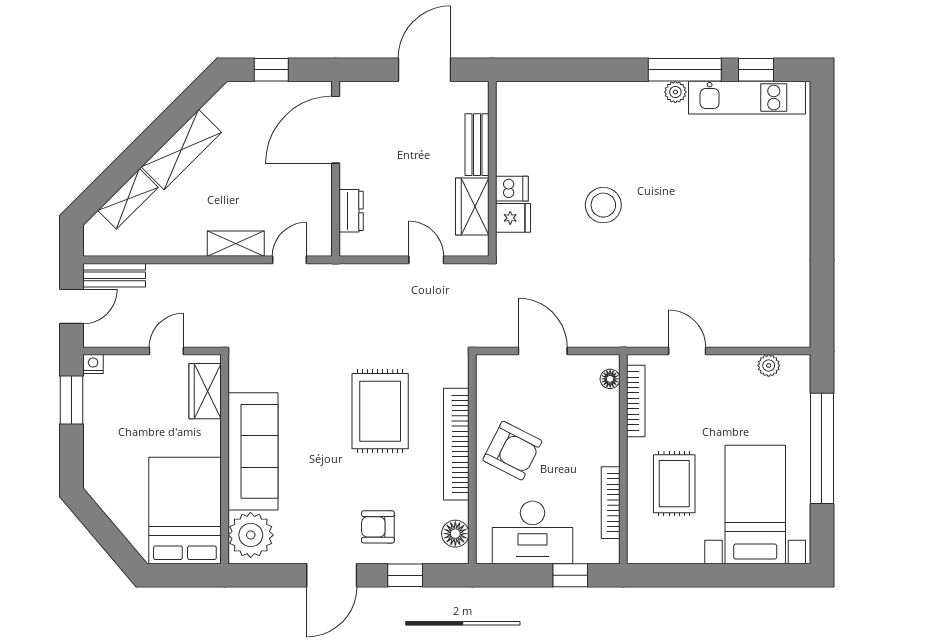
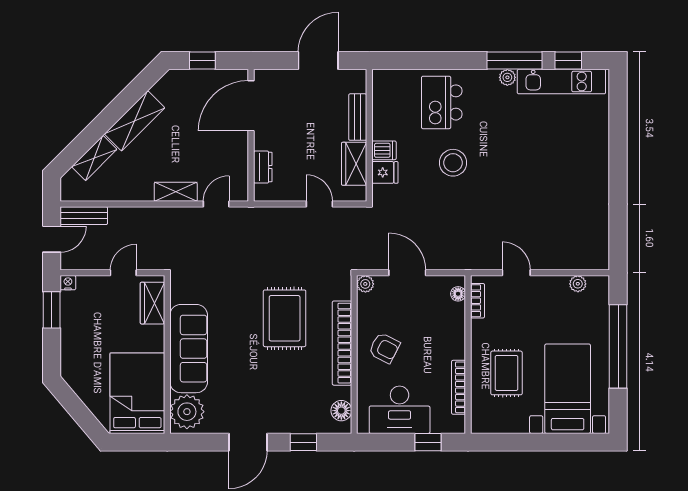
kitchen island: (588, 125) -> (442, 102), added
plant: (487, 366) -> (365, 284), added
bookcase: (636, 401) -> (478, 301), width x0.64
armchair: (512, 451) -> (384, 348), width x0.72, depth x0.72
armchair: (378, 527) -> (283, 406), removed

